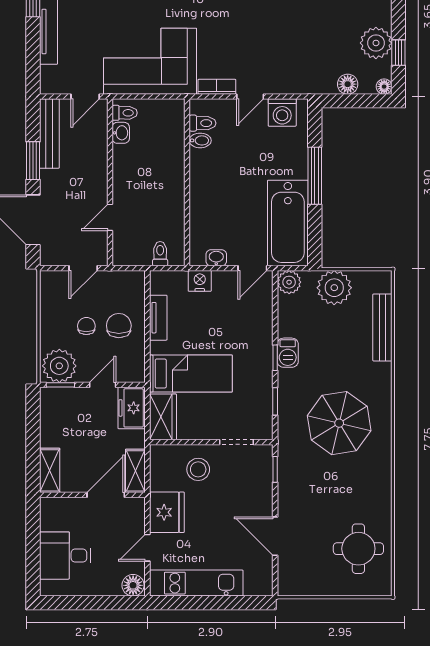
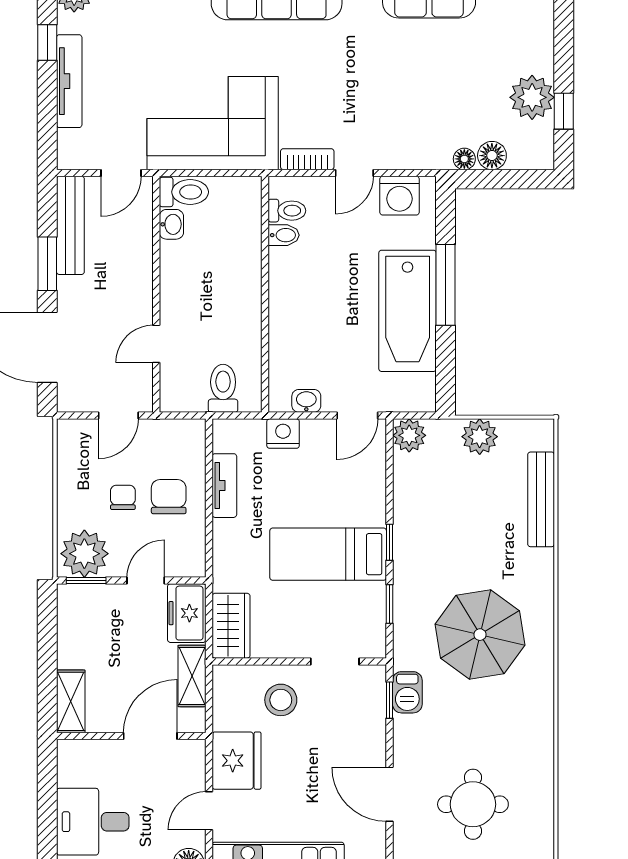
floor lamp: (384, 87) -> (464, 159), moved
toilet: (125, 113) -> (184, 192), width x1.37, depth x1.39
bathtub: (288, 223) -> (408, 311), moved
toilet: (160, 254) -> (223, 388), width x1.37, depth x1.39
plant: (334, 288) -> (480, 437), width x0.73, depth x0.73
barbecue: (288, 353) -> (407, 692), moved
bed: (191, 374) -> (328, 554), moved, turned 180
shelving: (135, 471) -> (192, 676), moved
round table: (358, 549) -> (473, 804), moved

